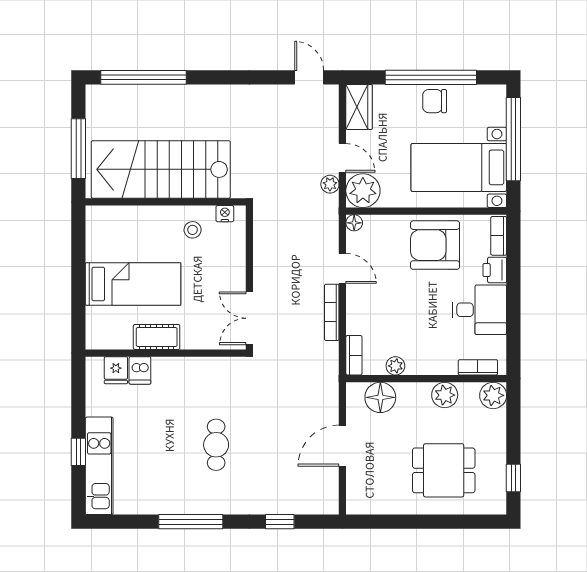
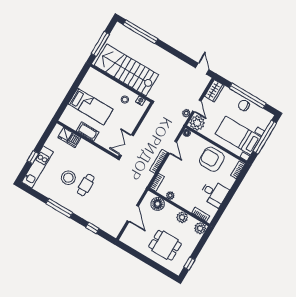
printer: (495, 270) -> (229, 182), removed
door: (342, 446) -> (133, 213), swing flipped
stool: (173, 451) -> (68, 178), added

